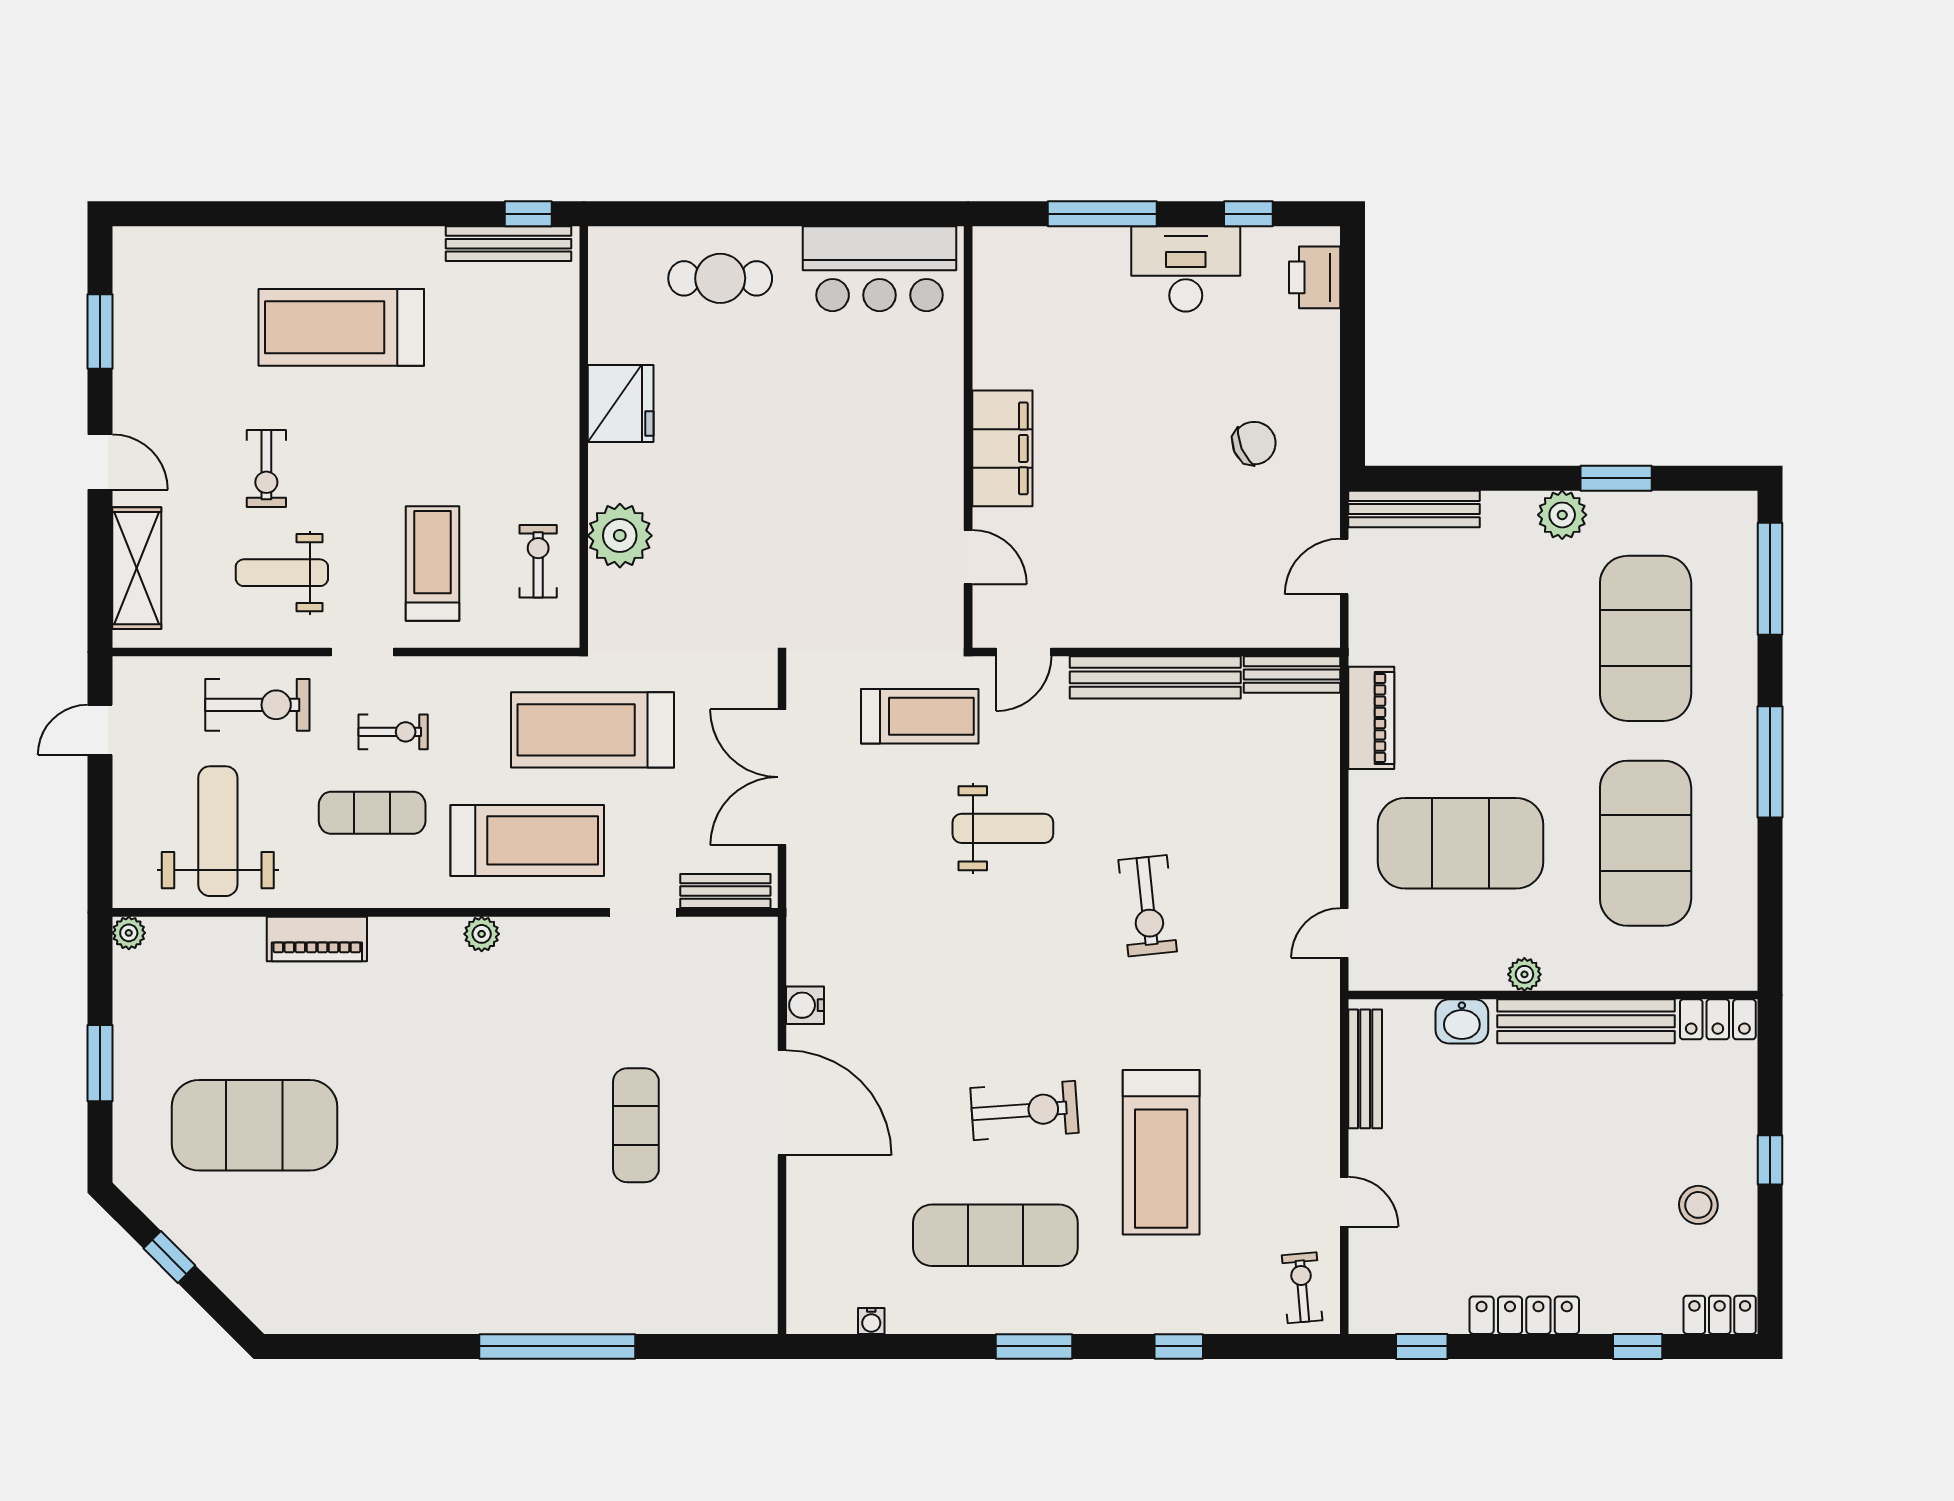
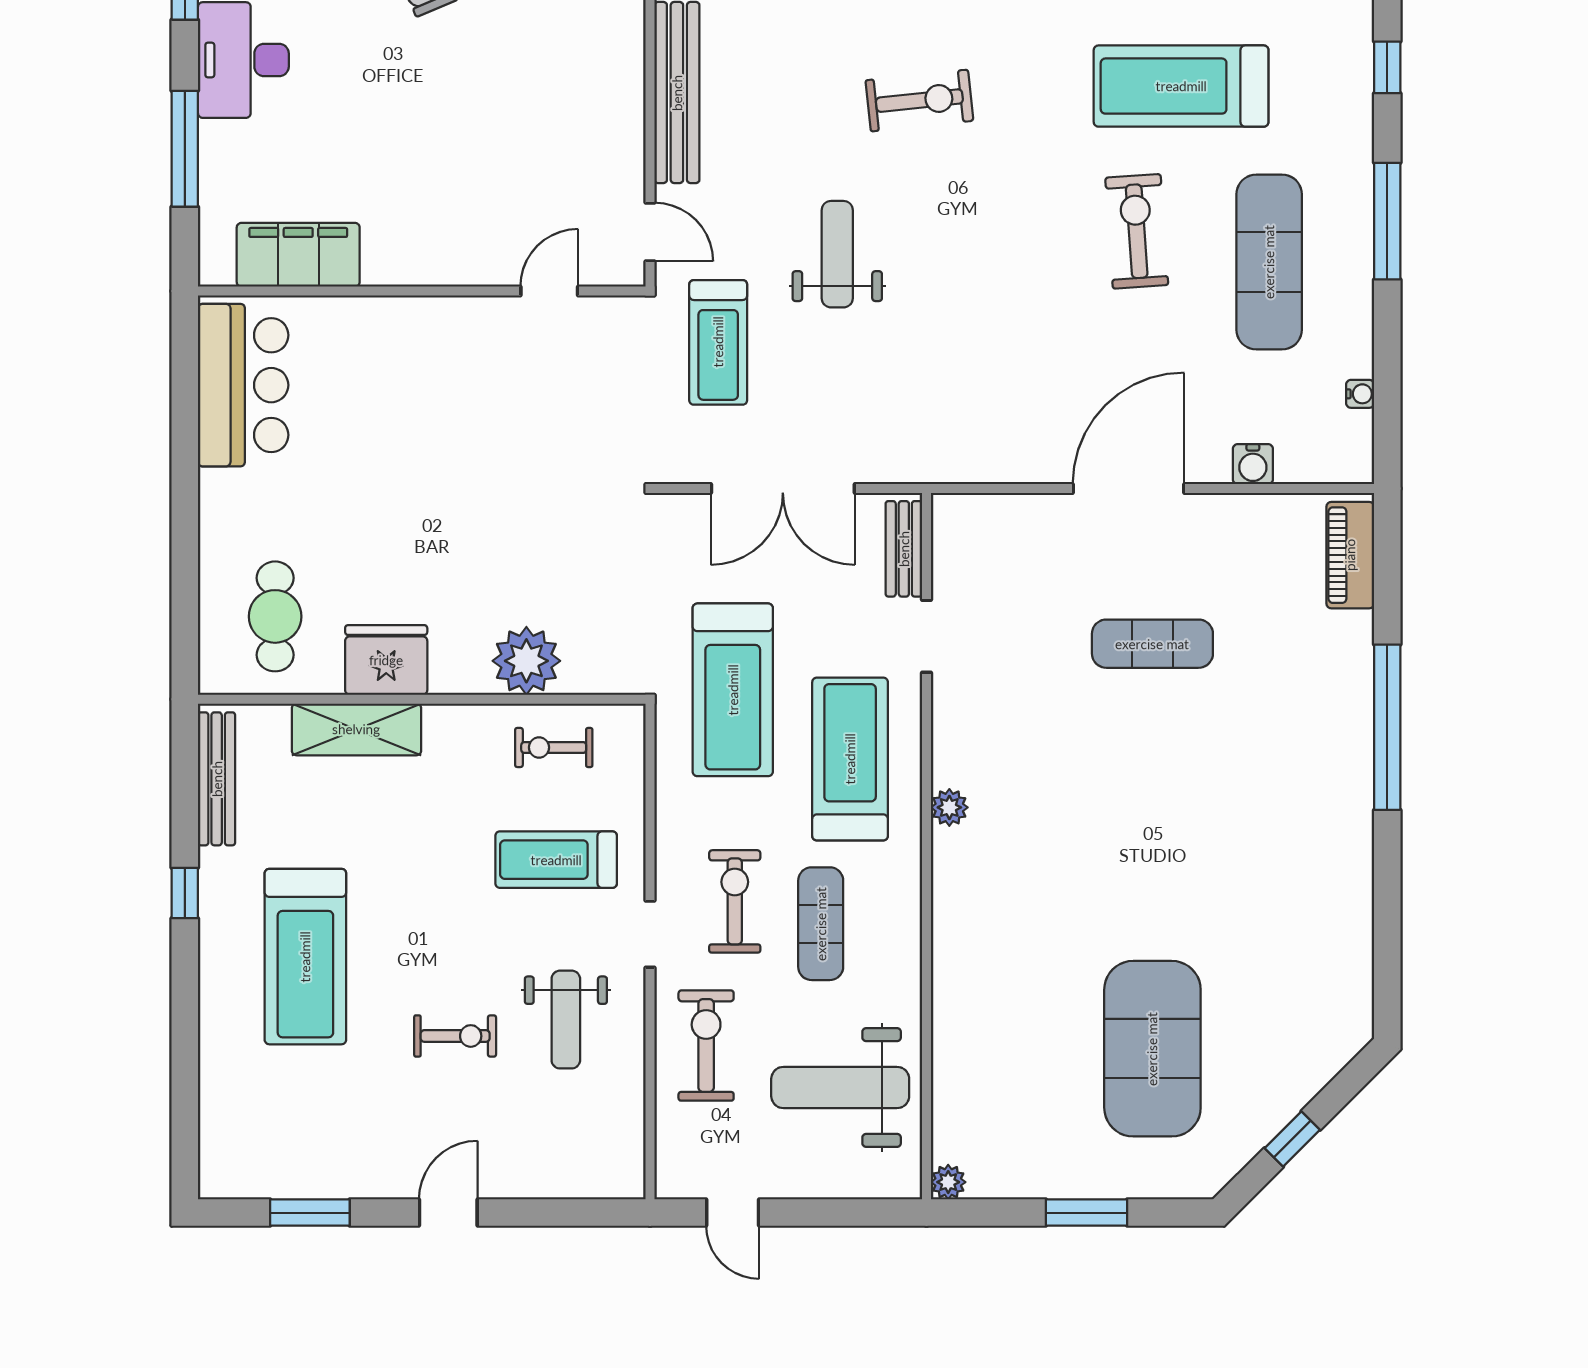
window: (528, 214) -> (185, 893), moved
cafe table: (720, 278) -> (275, 616), moved
filing cabinet: (1002, 448) -> (298, 255), moved
shelving: (137, 568) -> (356, 729), moved
treadmill: (920, 716) -> (718, 342), turned 180
exercise bike: (393, 732) -> (735, 901), width x1.38, depth x1.39
piano: (317, 939) -> (1350, 555), moved, turned 180
water cooler: (805, 1005) -> (1253, 464), moved
treadmill: (1161, 1152) -> (1181, 86), turned 180
window: (1034, 1346) -> (1387, 221), width x1.44

